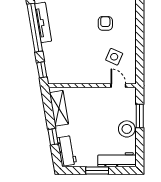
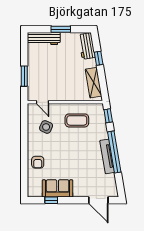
armchair: (105, 23) -> (38, 162), moved
coffee table: (78, 64) -> (77, 120), added
stool: (127, 129) -> (35, 65), removed

